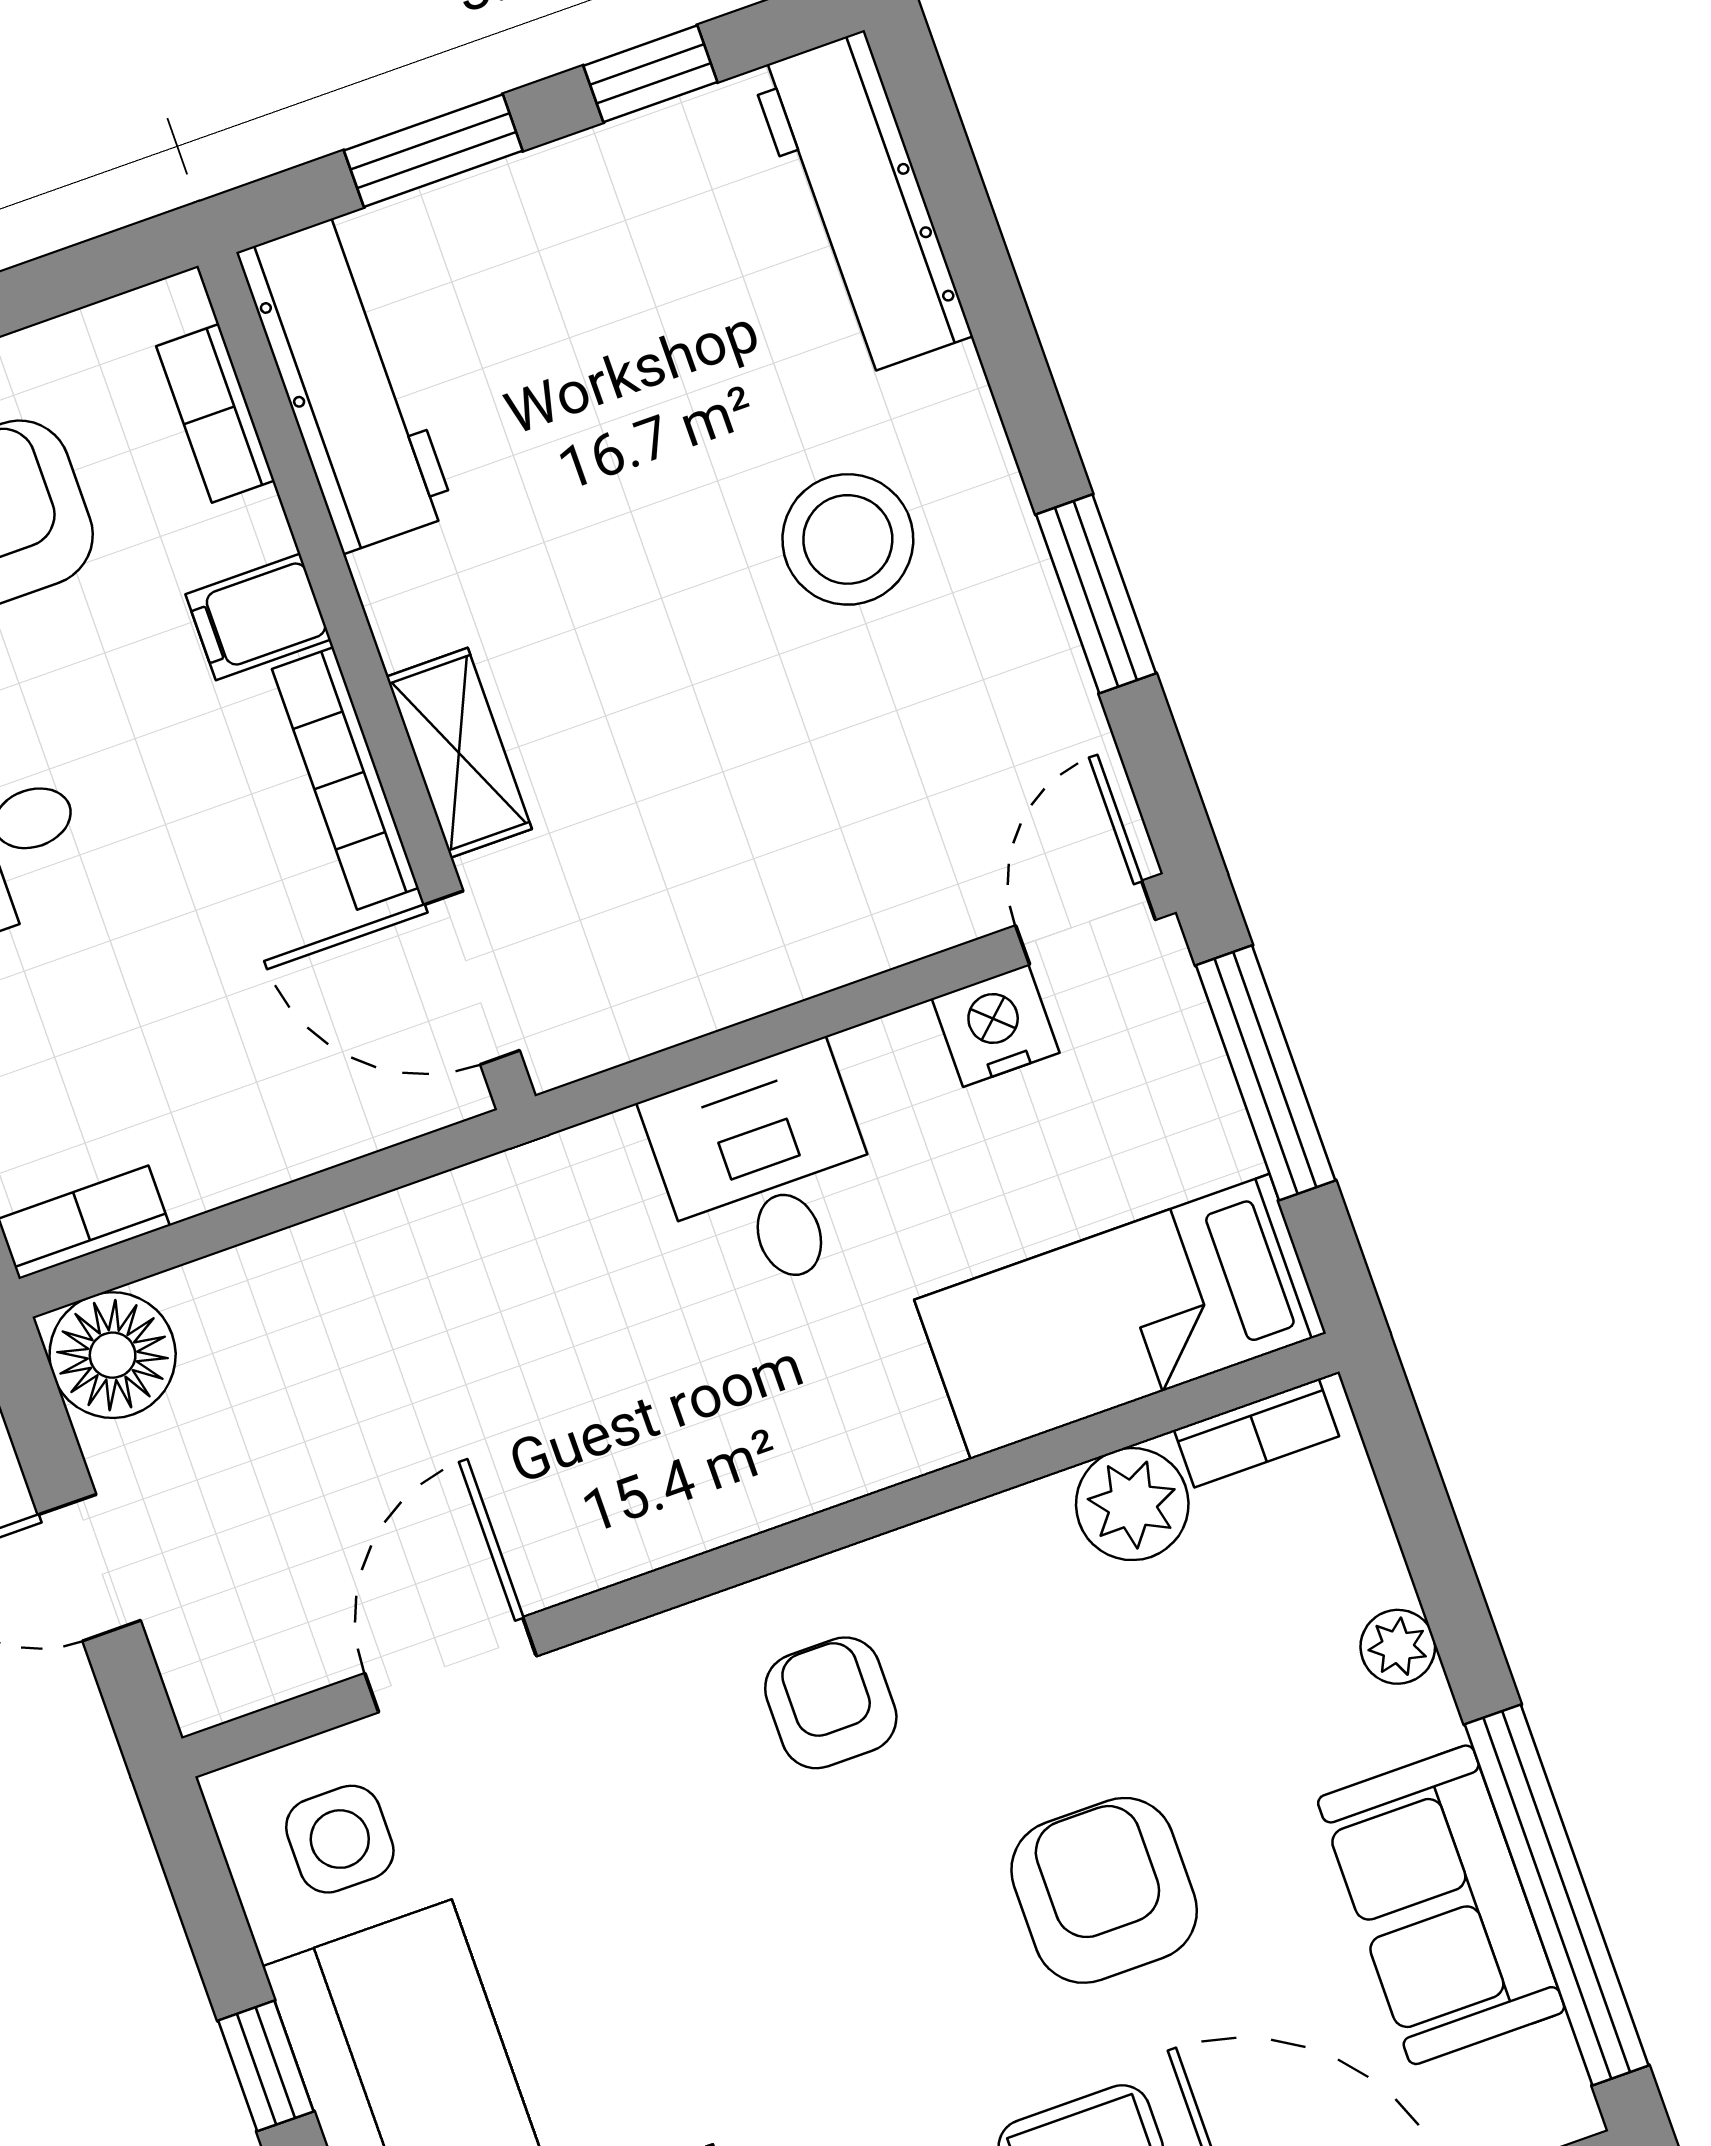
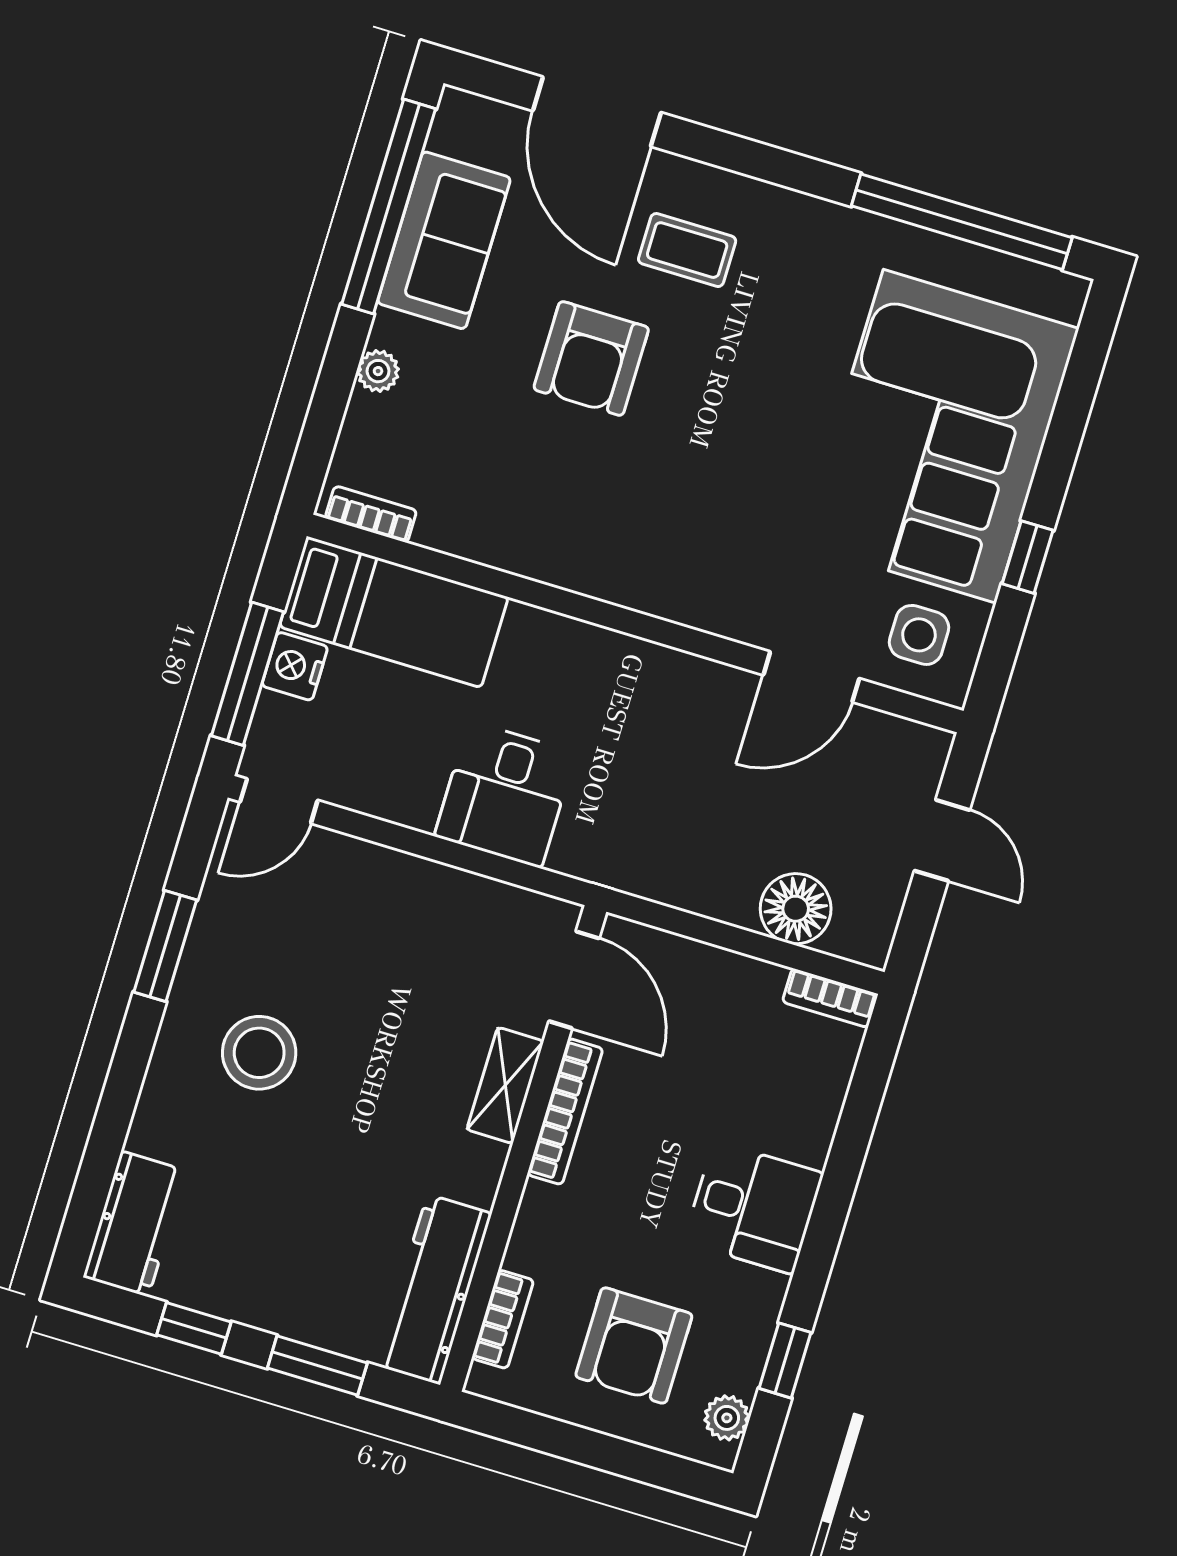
workbench: (861, 203) -> (135, 1224), width x0.73
filing cabinet: (258, 617) -> (551, 1213), removed
nightstand: (996, 1026) -> (295, 666), moved, turned 90
floor lamp: (113, 1355) -> (796, 909), moved
plant: (1132, 1504) -> (451, 523), removed
armchair: (831, 1703) -> (652, 534), removed

